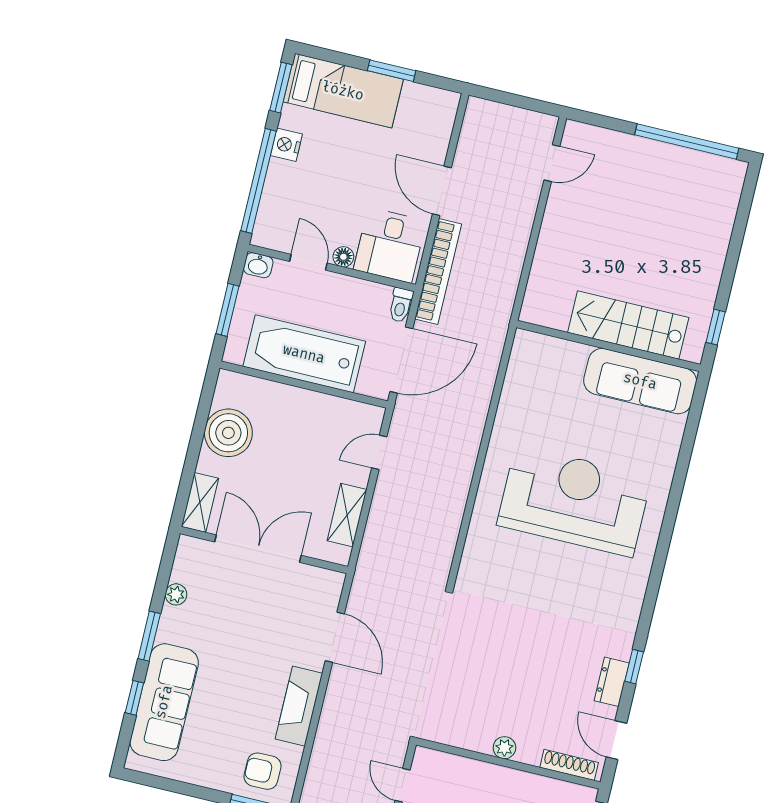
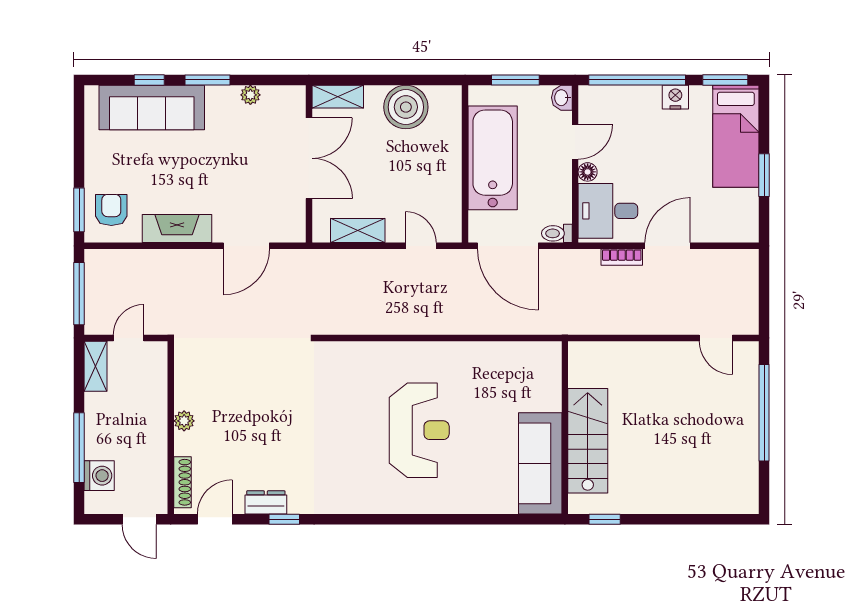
window: (687, 142) -> (764, 413), moved
bookcase: (438, 271) -> (622, 257), width x0.43, depth x0.76
reception desk: (574, 501) -> (419, 430), width x0.74, depth x0.77

